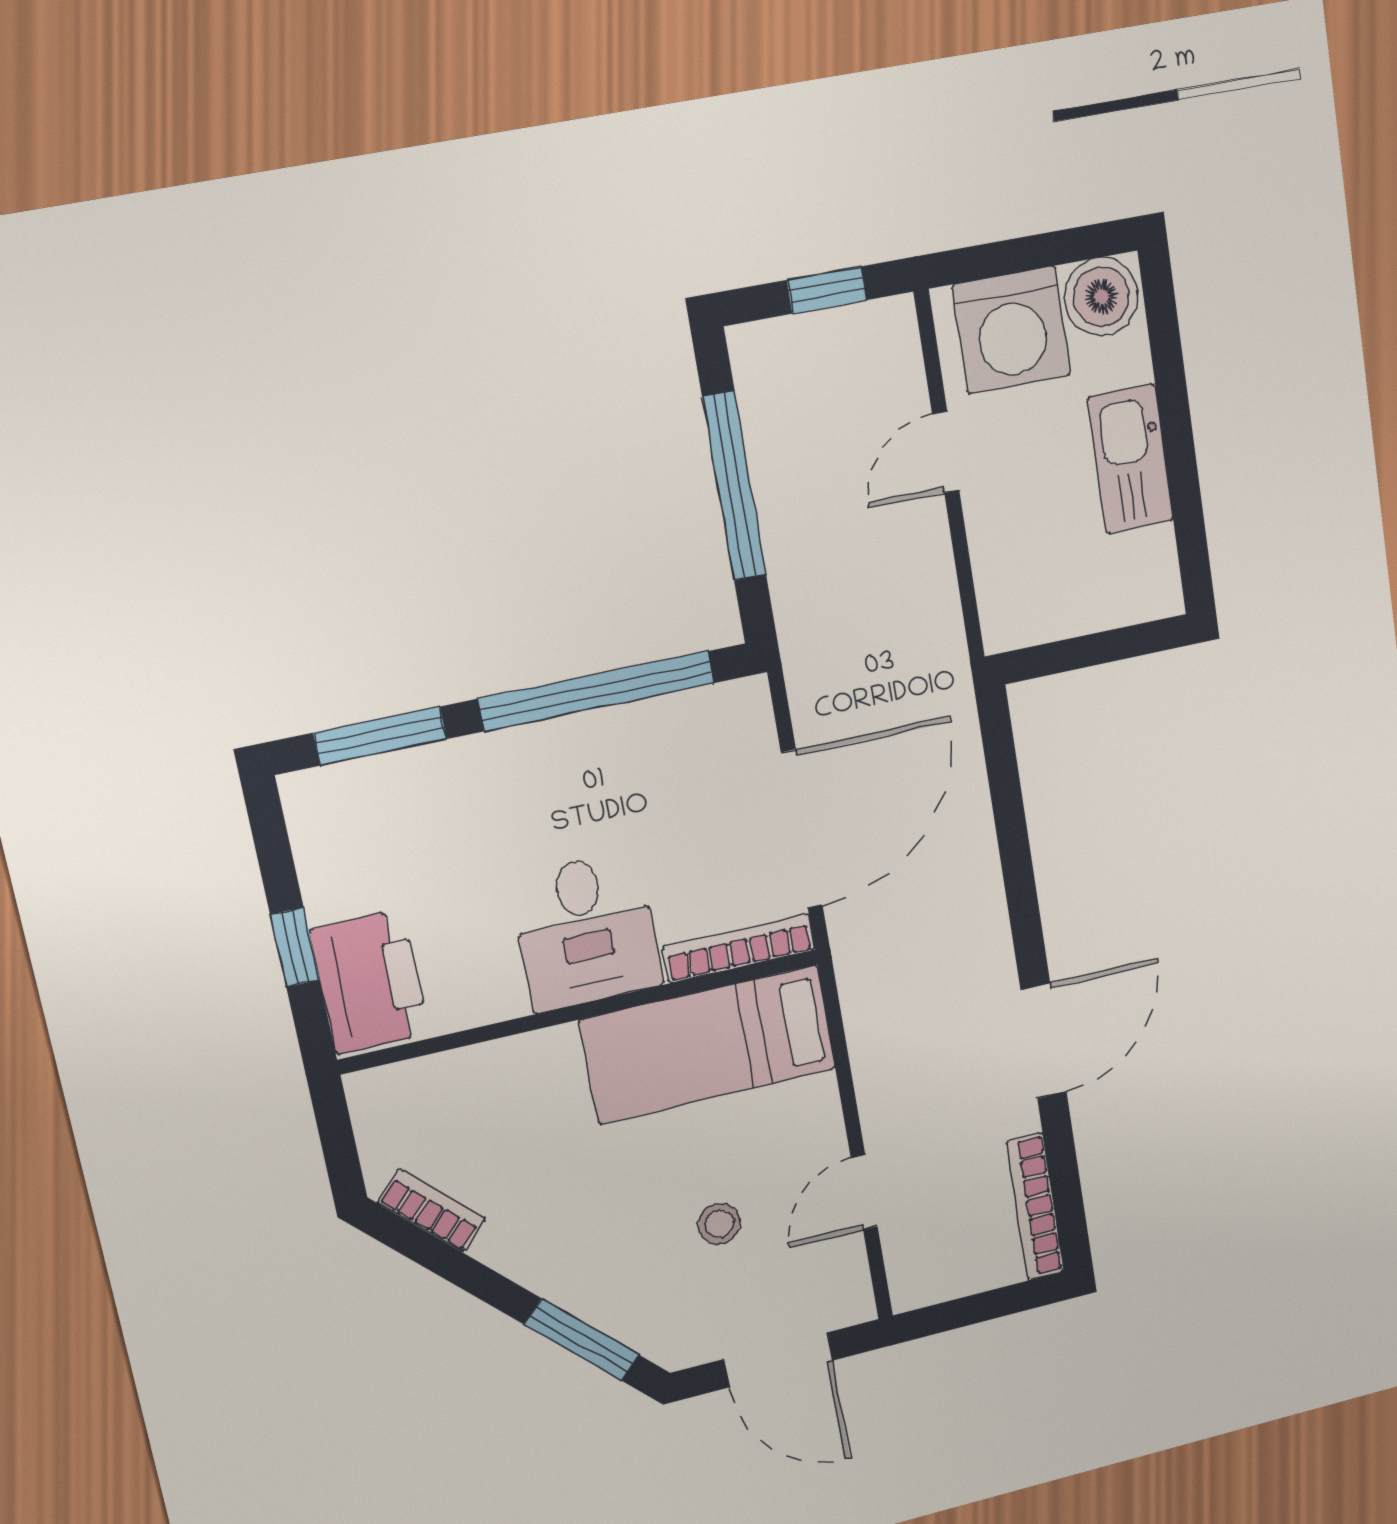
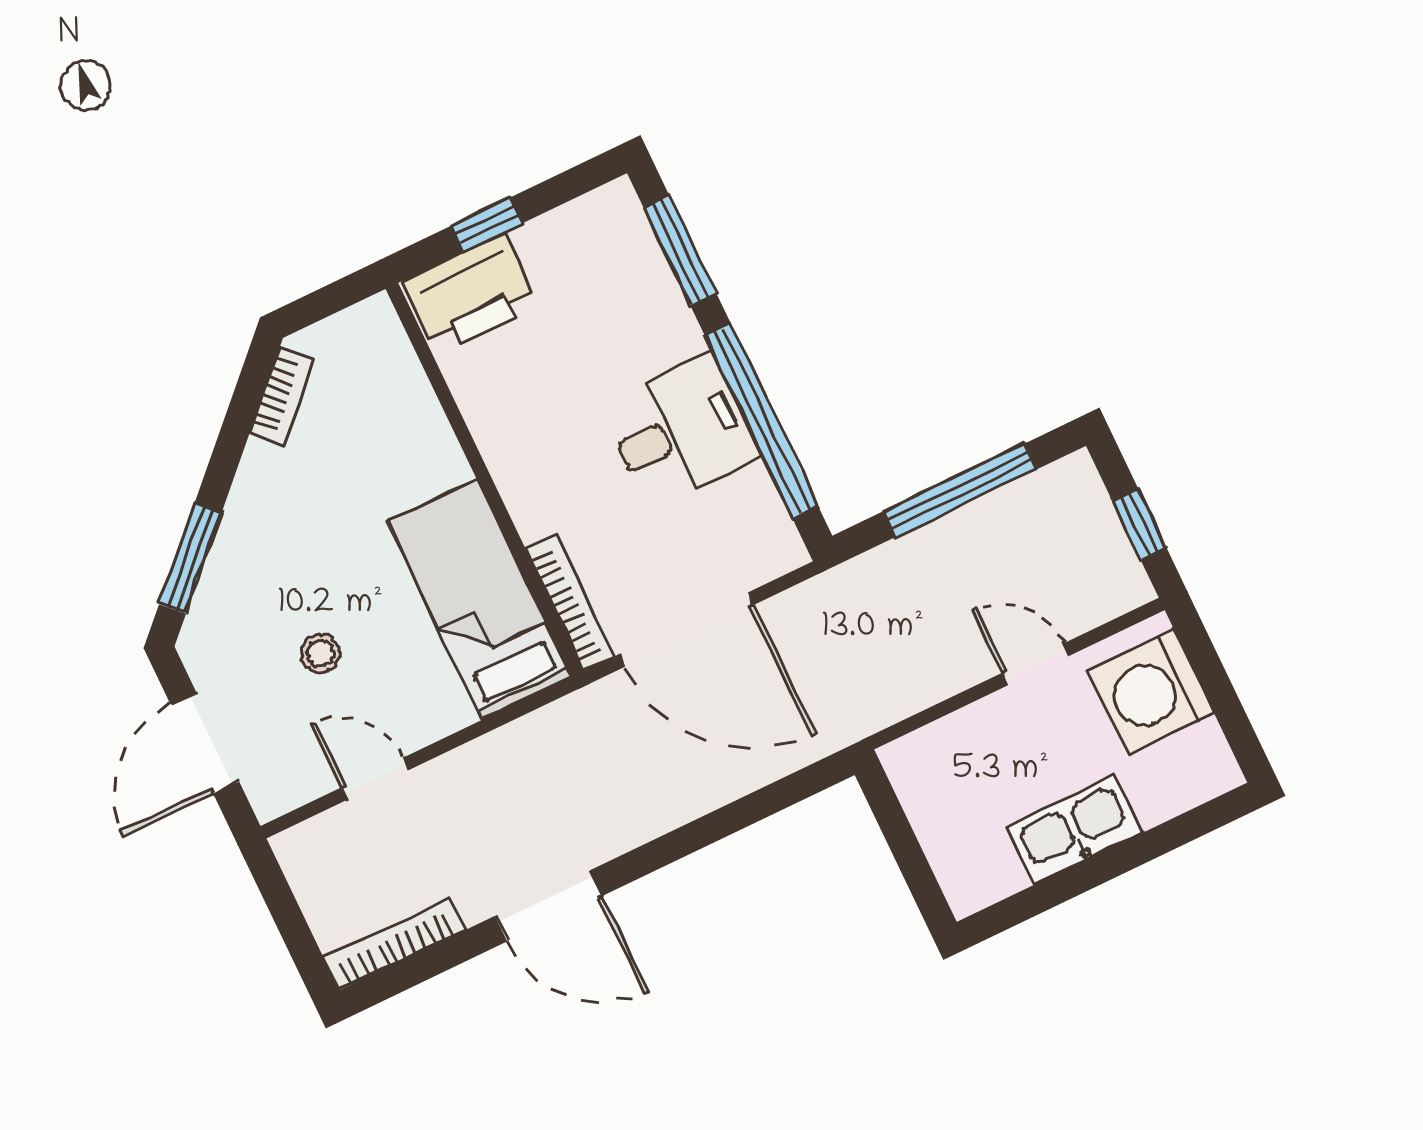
boiler: (1101, 297) -> (1201, 762), removed
desk: (586, 931) -> (680, 431), moved, turned 180

